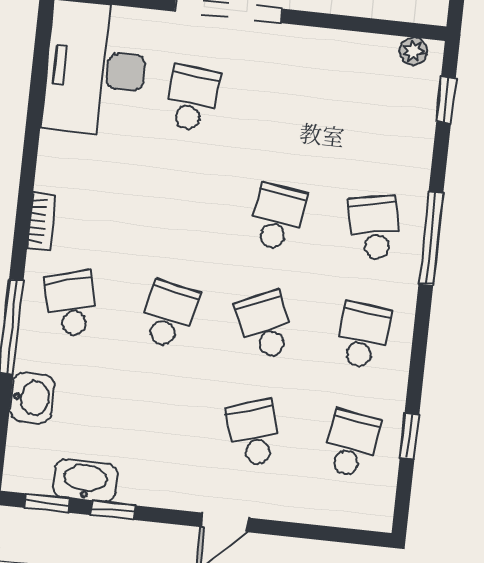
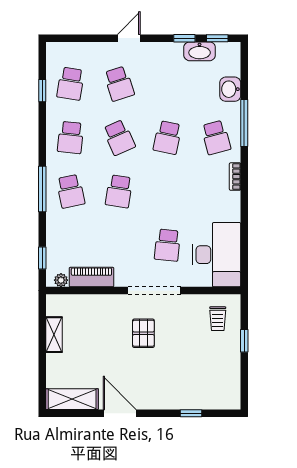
piano: (351, 51) -> (91, 277), added

